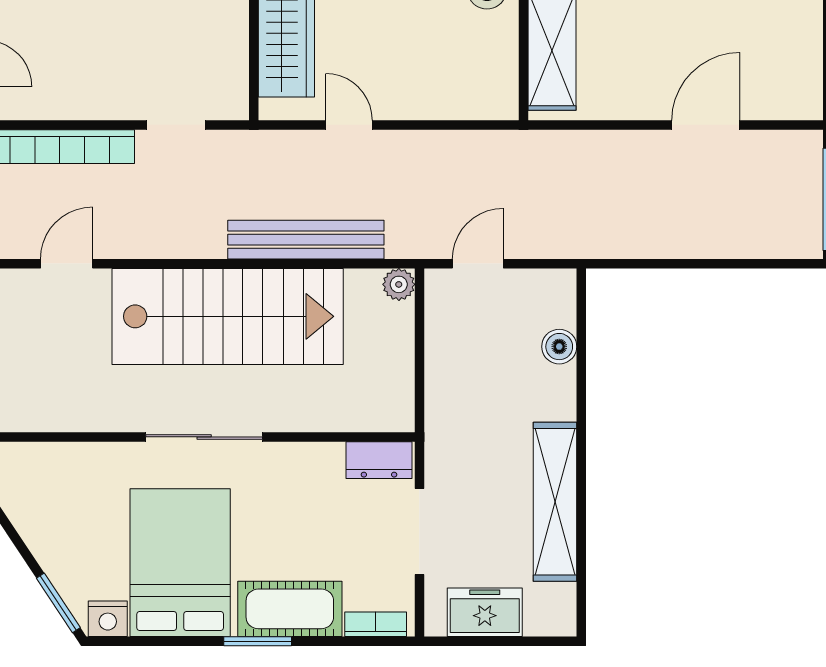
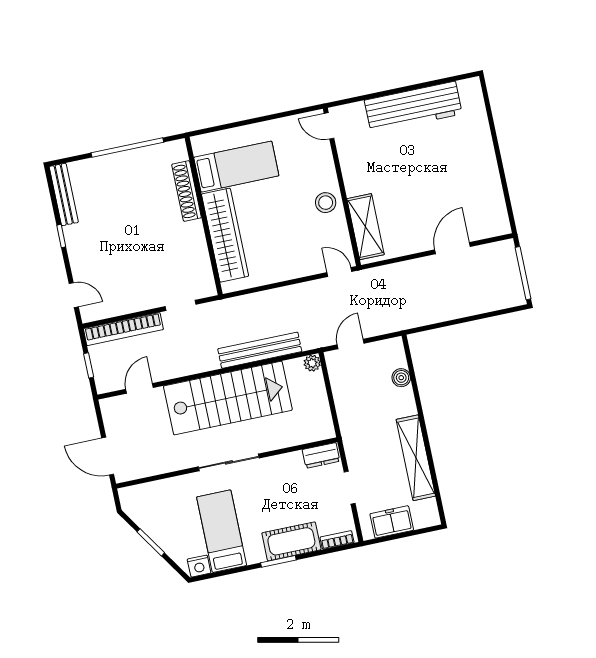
door: (349, 125) -> (339, 272), moved
doorway: (419, 531) -> (350, 488), width x0.73
bed: (180, 563) -> (222, 531), width x0.67
window: (58, 603) -> (151, 542), moved

